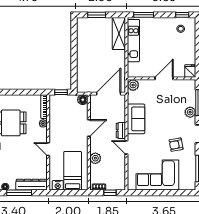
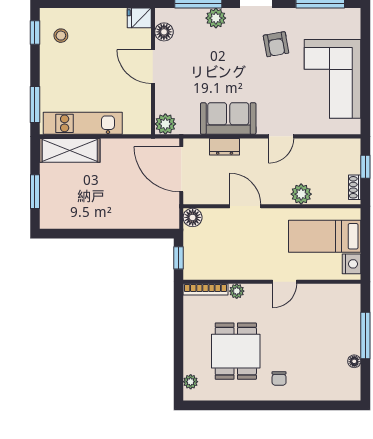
floor lamp: (183, 84) -> (164, 32), added
dresser: (121, 131) -> (225, 147), moved
dresser: (31, 185) -> (350, 313), removed

